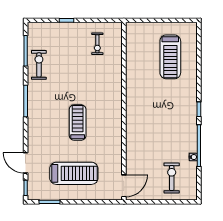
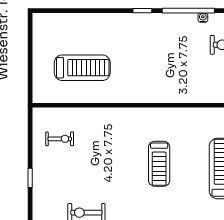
treadmill: (170, 57) -> (82, 68), moved
treadmill: (78, 122) -> (159, 164), turned -90

